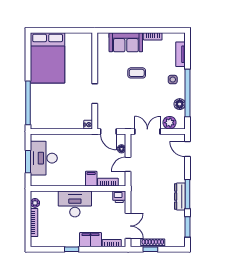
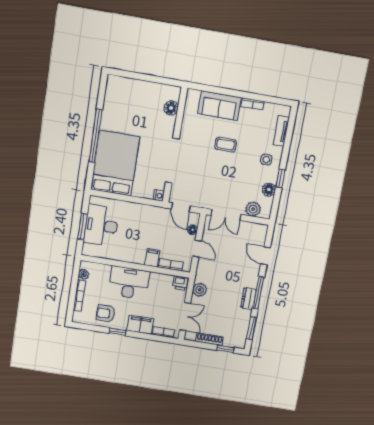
floor lamp: (87, 51) -> (171, 108), added
bed: (48, 58) -> (115, 163), moved, turned 180
window: (188, 93) -> (281, 178), width x0.32
doorway: (95, 94) -> (172, 161), width x1.88
window: (28, 103) -> (96, 136), moved
double door: (147, 131) -> (226, 215), swing flipped
door: (188, 149) -> (265, 256), moved
door: (128, 164) -> (197, 249), swing flipped
dresser: (180, 197) -> (248, 298), width x0.70
plant: (137, 200) -> (200, 290), added
armchair: (59, 235) -> (106, 313), added
window: (150, 249) -> (225, 349), moved

